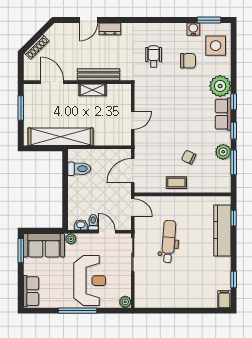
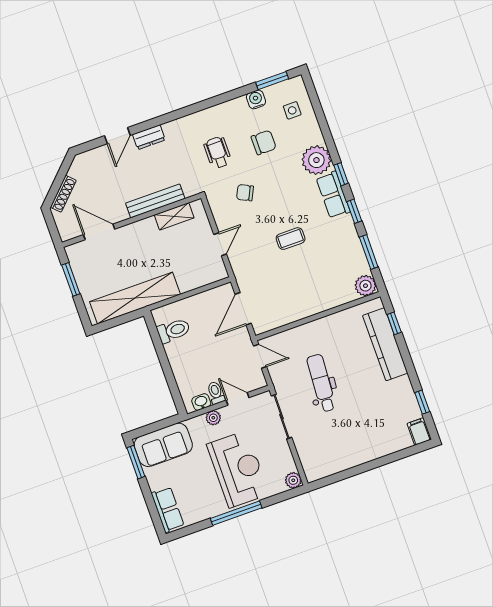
side table: (216, 46) -> (292, 110), width x0.54, depth x0.54
shelving: (92, 90) -> (174, 216), moved
plant: (223, 152) -> (365, 286), moved
chair: (189, 157) -> (245, 193), moved
coffee table: (176, 183) -> (291, 239), moved
plant: (71, 239) -> (213, 418), moved

